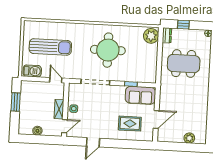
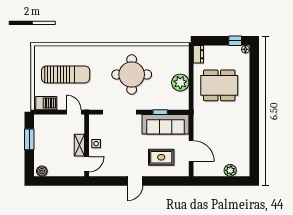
window: (183, 25) -> (235, 41), moved
plant: (151, 36) -> (180, 83), moved
sofa: (140, 95) -> (165, 124), width x1.36
door: (156, 119) -> (191, 151), hinge flipped
boiler: (37, 131) -> (42, 171), moved
door: (93, 142) -> (135, 181), moved

